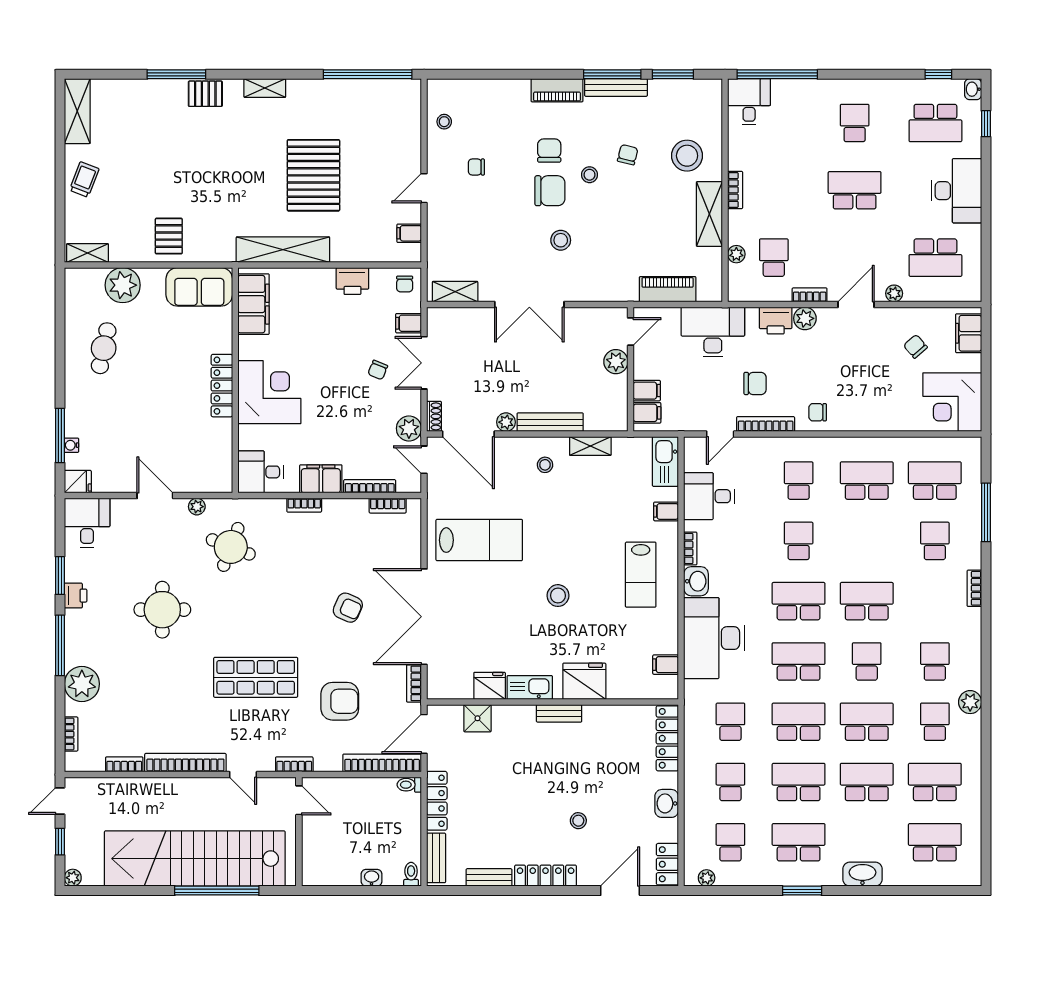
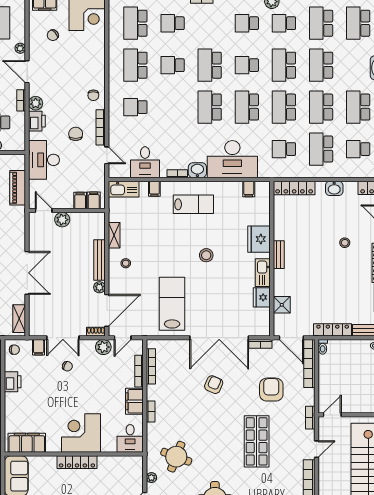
bookcase: (388, 506) -> (151, 366), width x1.56
school desk: (799, 541) -> (173, 65), moved
school desk: (730, 782) -> (321, 149), width x1.85

